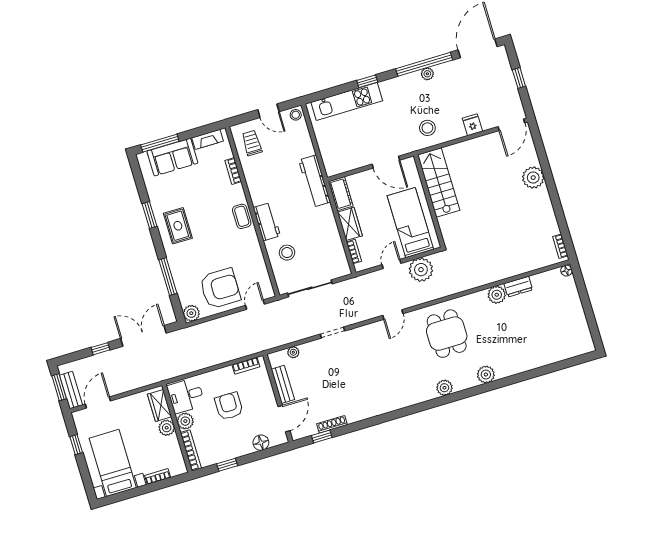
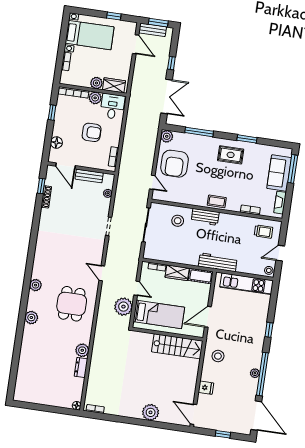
kitchen unit: (347, 101) -> (247, 284), moved, turned -90
dining table: (447, 334) -> (72, 304), turned 90

